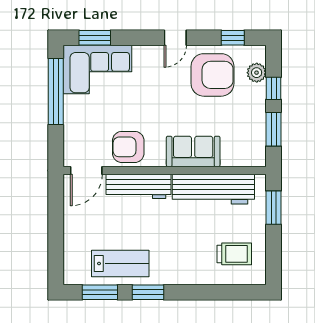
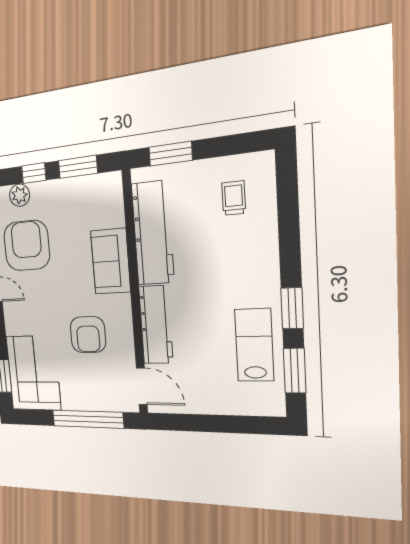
window: (56, 92) -> (88, 419), moved
armchair: (128, 147) -> (88, 335), moved
trolley: (234, 254) -> (234, 198), width x0.73, depth x0.72

